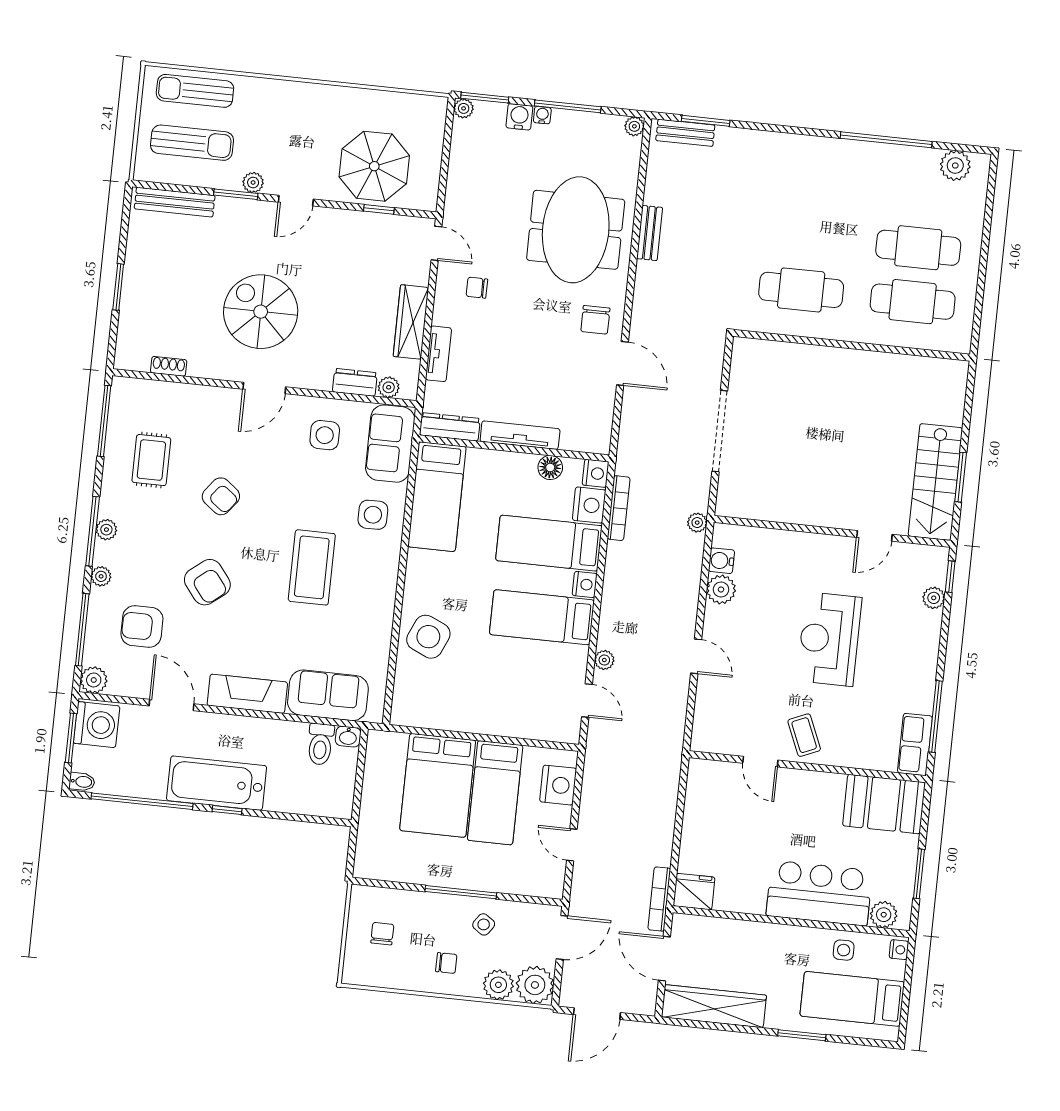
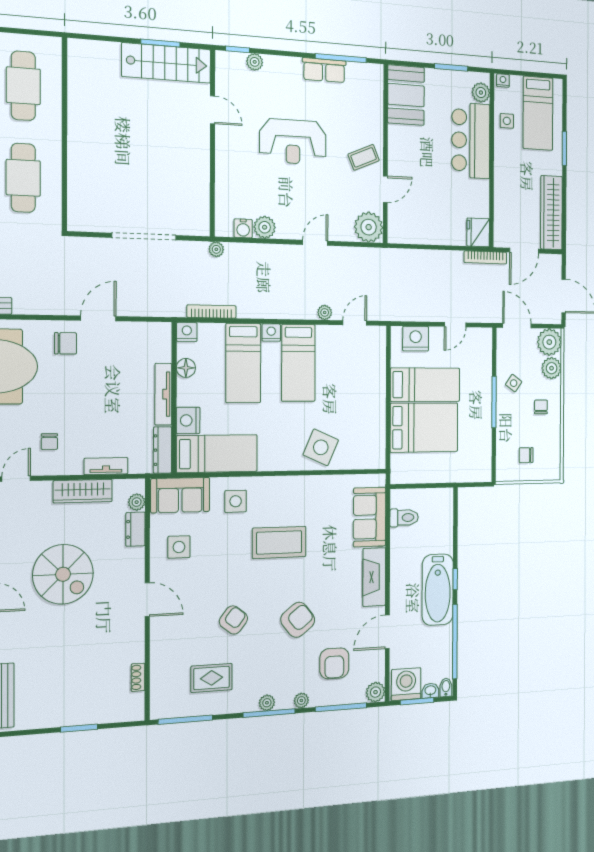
spiral stairs: (261, 312) -> (63, 574), moved, turned -90
nightstand: (589, 505) -> (188, 420), moved, turned -90
plant: (712, 733) -> (369, 227), added
washbasin: (348, 737) -> (430, 691), moved, turned -90
row of seats: (915, 744) -> (324, 70), moved

